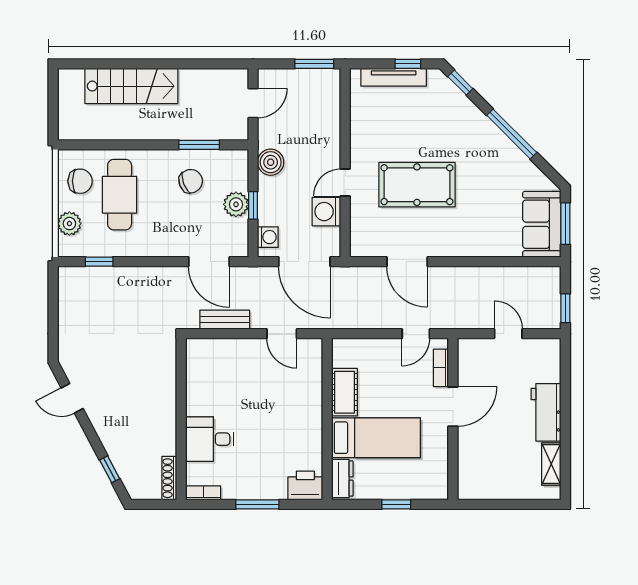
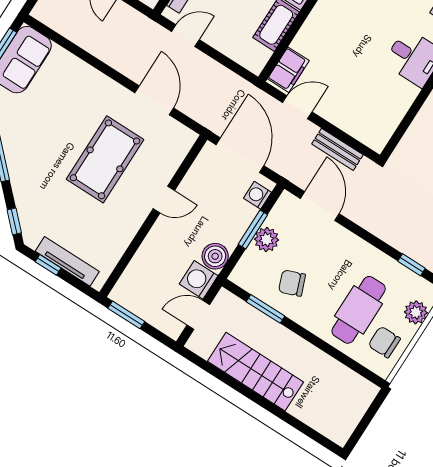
stairs: (131, 86) -> (256, 372), moved
pool table: (417, 185) -> (105, 159), turned 90
window: (253, 205) -> (253, 230), width x1.50
washing machine: (326, 212) -> (199, 280), moved, turned 180
door: (282, 334) -> (297, 107), hinge flipped
filing cabinet: (310, 361) -> (288, 70), added

